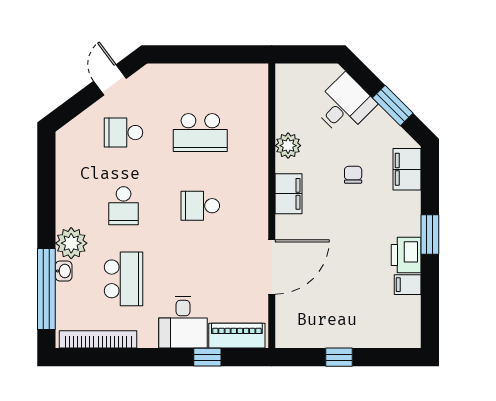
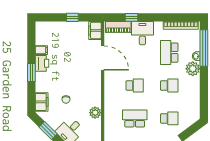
filing cabinet: (289, 194) -> (95, 31), moved
school desk: (124, 206) -> (169, 86), turned 90
door: (272, 267) -> (103, 58), swing flipped

